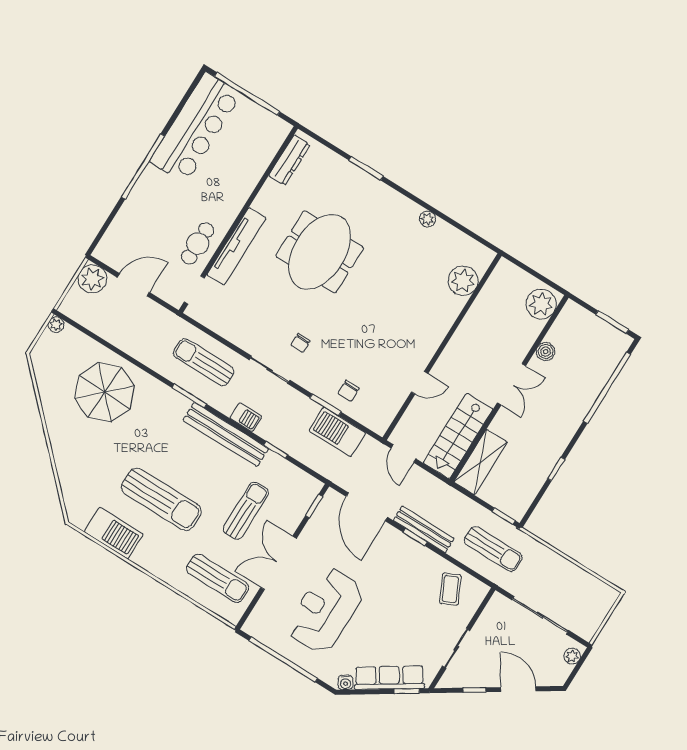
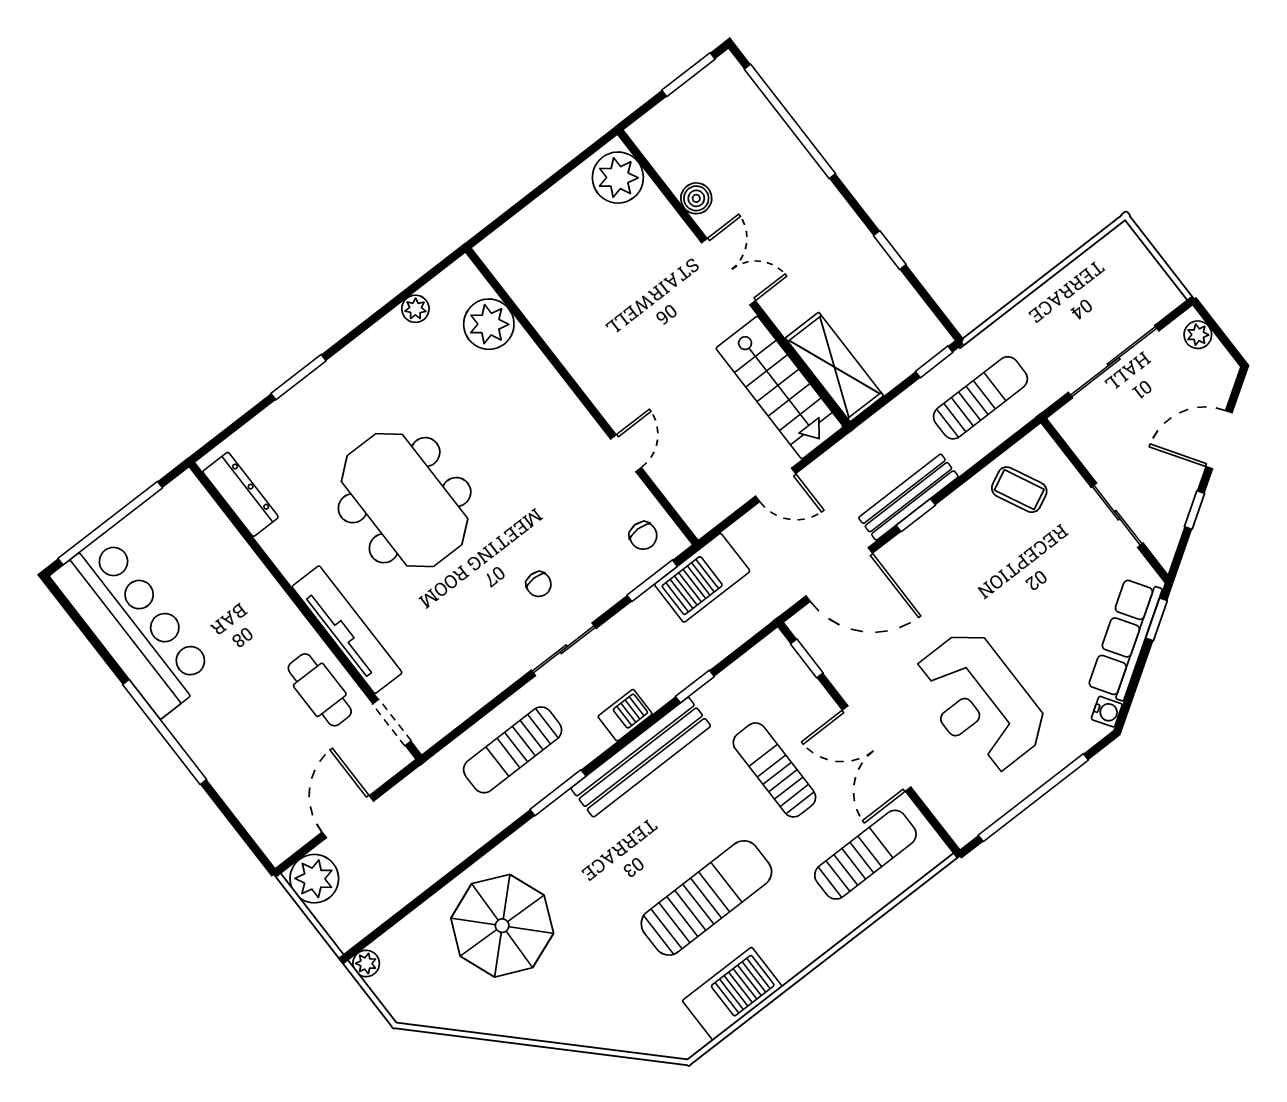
plant: (463, 281) -> (489, 324), moved
wall: (442, 347) -> (582, 396), moved
door: (420, 383) -> (626, 453), moved

